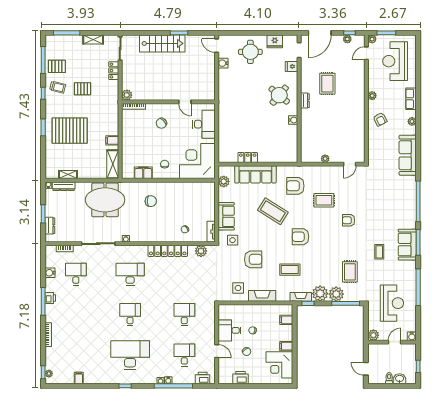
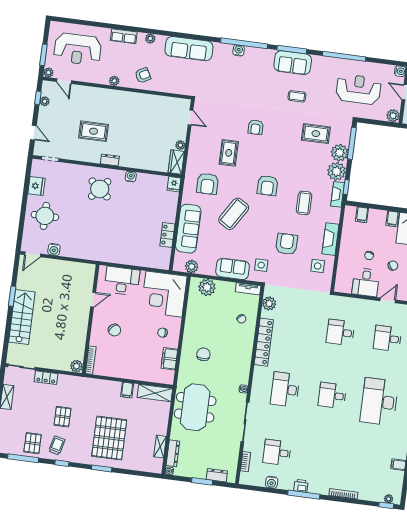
door: (320, 33) -> (33, 133), width x0.53
fridge: (291, 66) -> (174, 184), moved
wardrobe: (310, 157) -> (176, 162), added
plant: (208, 197) -> (207, 287), added
water cooler: (412, 197) -> (239, 50), added

